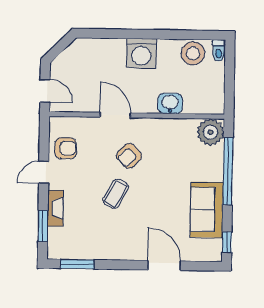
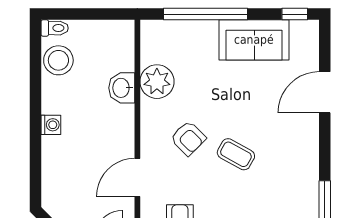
washing machine: (141, 53) -> (51, 125), width x0.53, depth x0.53
door: (115, 115) -> (137, 177), moved
plant: (211, 132) -> (157, 82), moved

